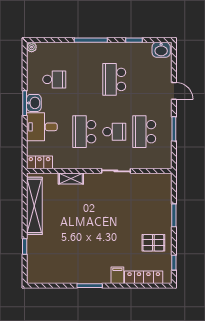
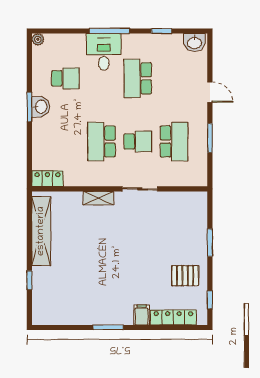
desk: (42, 127) -> (104, 52), moved, turned 90
school desk: (144, 132) -> (174, 142), turned 180
shelving: (71, 179) -> (98, 198), moved

